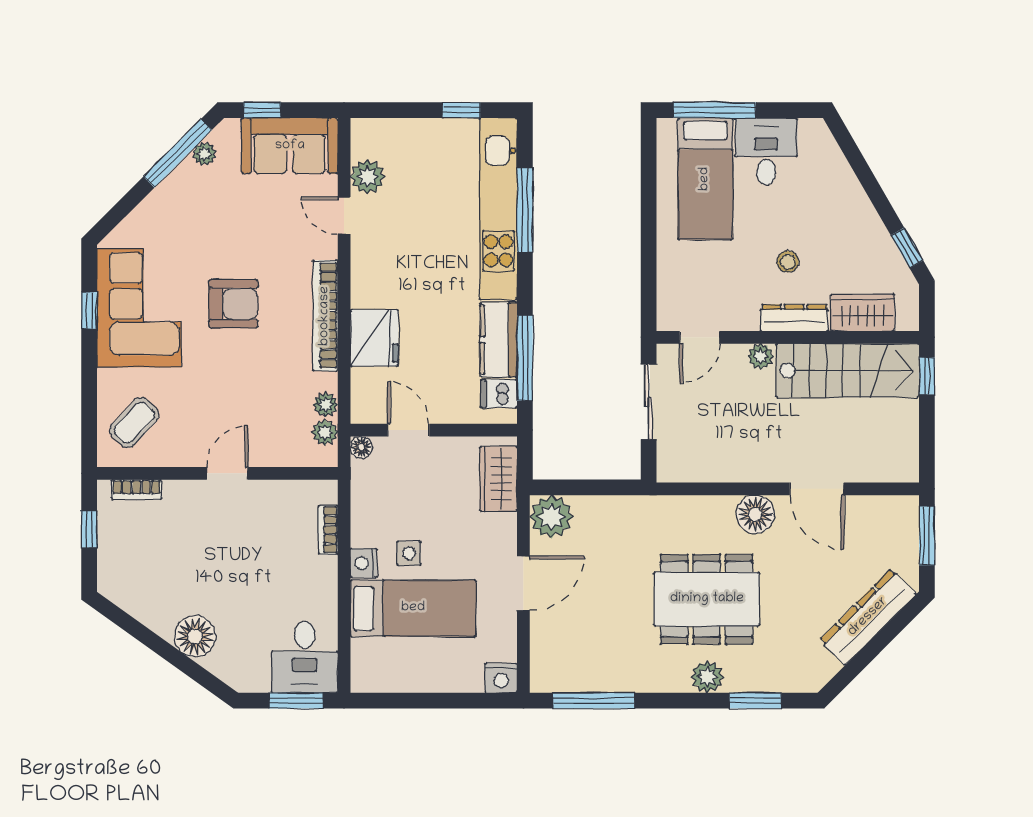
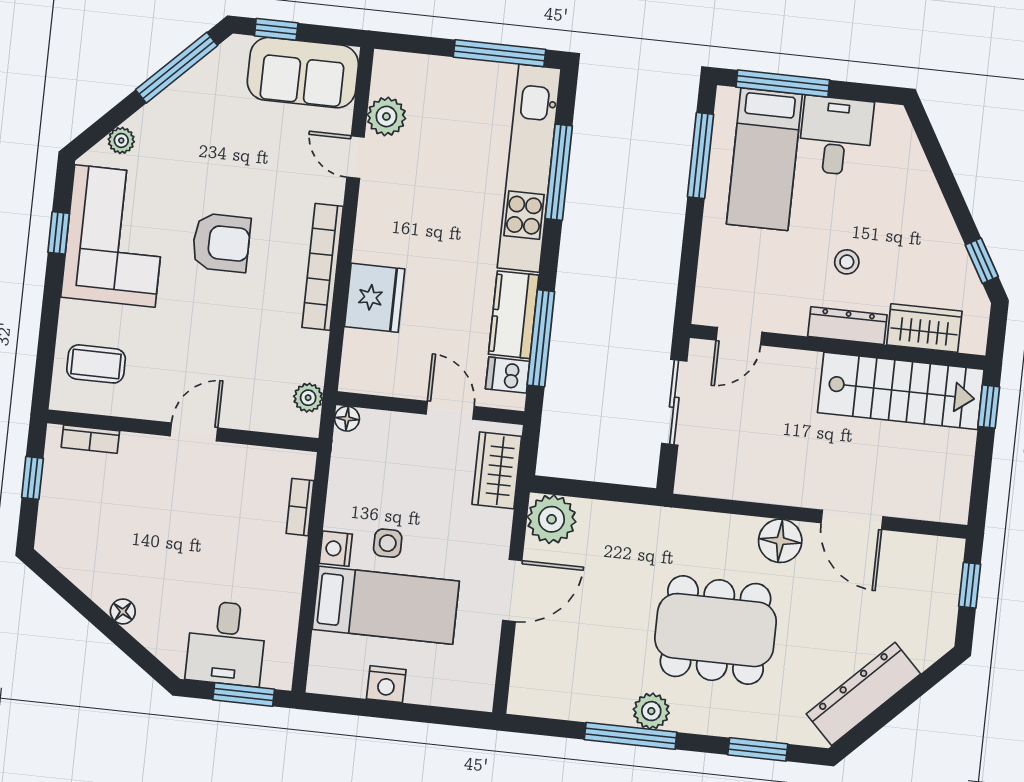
window: (461, 110) -> (499, 53), width x2.17
plant: (204, 154) -> (121, 140), moved
window: (649, 181) -> (701, 156), added
plant: (761, 356) -> (805, 365), removed
plant: (326, 405) -> (312, 367), removed
coffee table: (134, 423) -> (96, 364), turned 47
door: (408, 430) -> (450, 410), moved
window: (927, 536) -> (970, 585), width x0.67
dresser: (868, 617) -> (863, 694), moved
floor lamp: (195, 636) -> (123, 611), width x0.53, depth x0.53
desk: (305, 657) -> (226, 643), moved
plant: (707, 677) -> (651, 711), moved
nightstand: (501, 678) -> (386, 684), moved
window: (594, 701) -> (631, 736), moved

